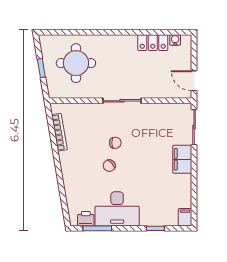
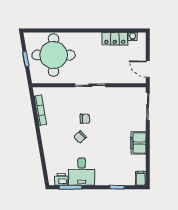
round table: (76, 63) -> (53, 55), width x1.36, depth x1.36
filing cabinet: (182, 159) -> (138, 143), moved
desk: (117, 209) -> (82, 172), width x0.73

